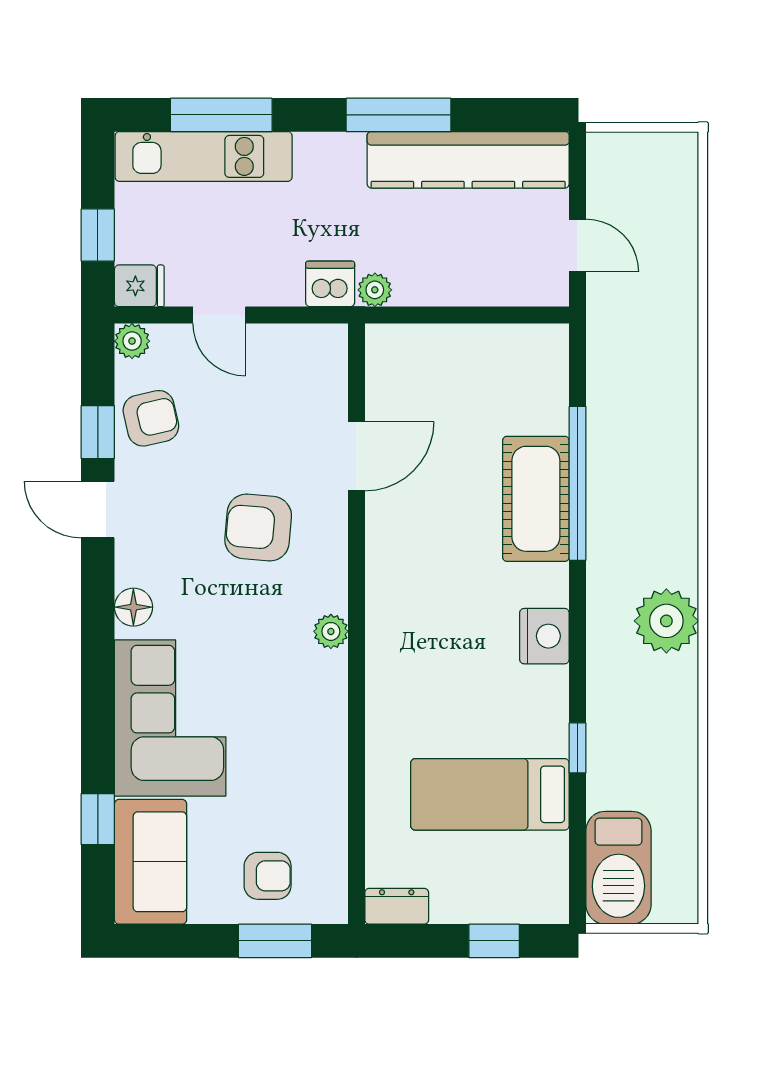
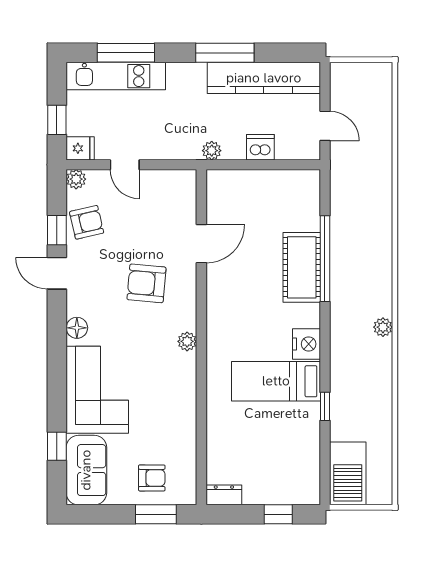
dishwasher: (330, 284) -> (260, 147), moved
plant: (666, 621) -> (383, 327), width x0.53, depth x0.53
bed: (490, 794) -> (276, 381), moved

